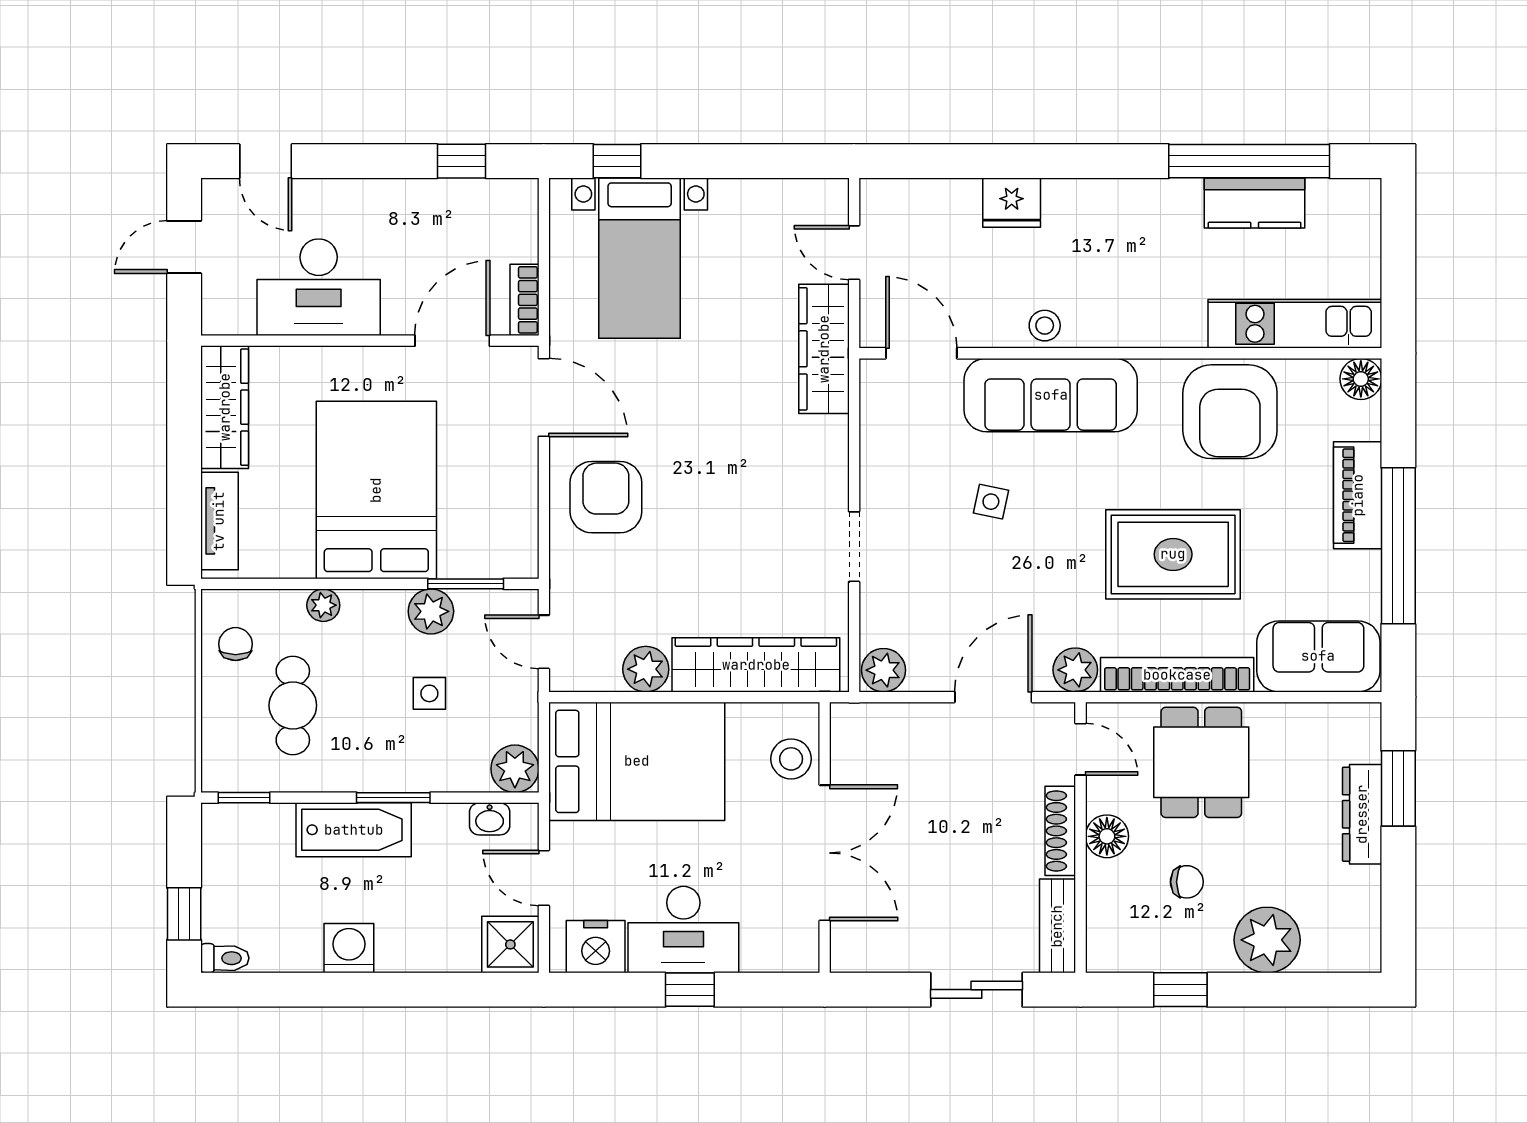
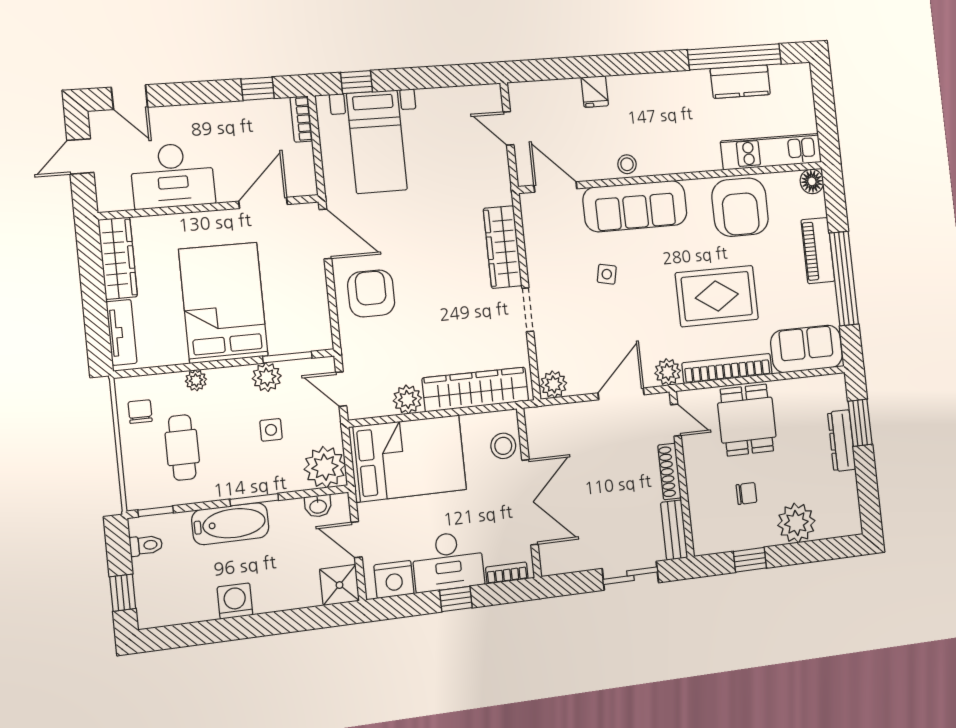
fridge: (1012, 203) -> (595, 92), width x0.72
bookcase: (524, 300) -> (301, 119), moved
wardrobe: (824, 349) -> (503, 247), moved
plant: (515, 769) -> (325, 467), width x1.36, depth x1.36
floor lamp: (1107, 836) -> (697, 471), removed
toilet: (225, 958) -> (146, 545), moved
bookcase: (775, 960) -> (507, 573), added

